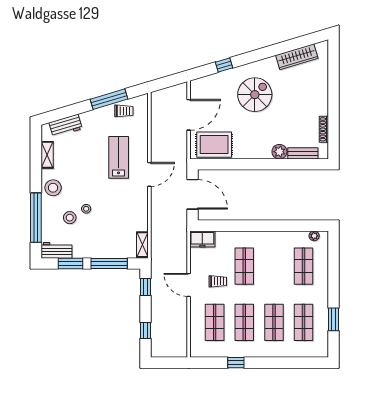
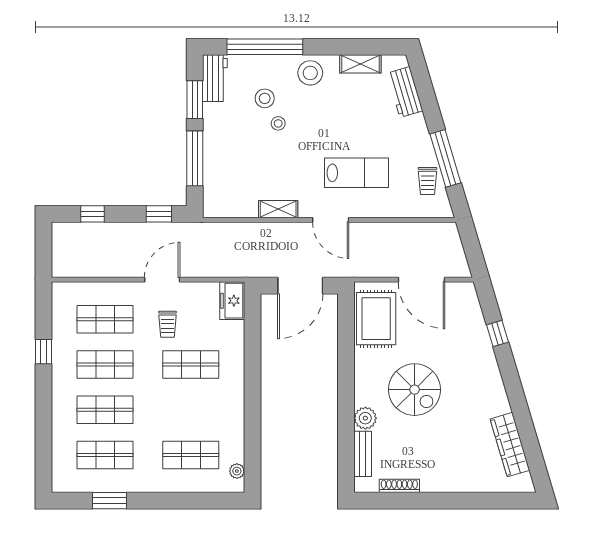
spiral stairs: (255, 95) -> (415, 390), moved
shelving: (142, 245) -> (278, 209), moved

